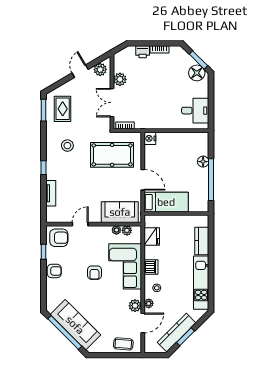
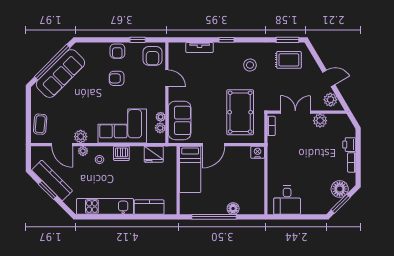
floor lamp: (197, 73) -> (340, 189), moved
armchair: (94, 273) -> (117, 78), moved

